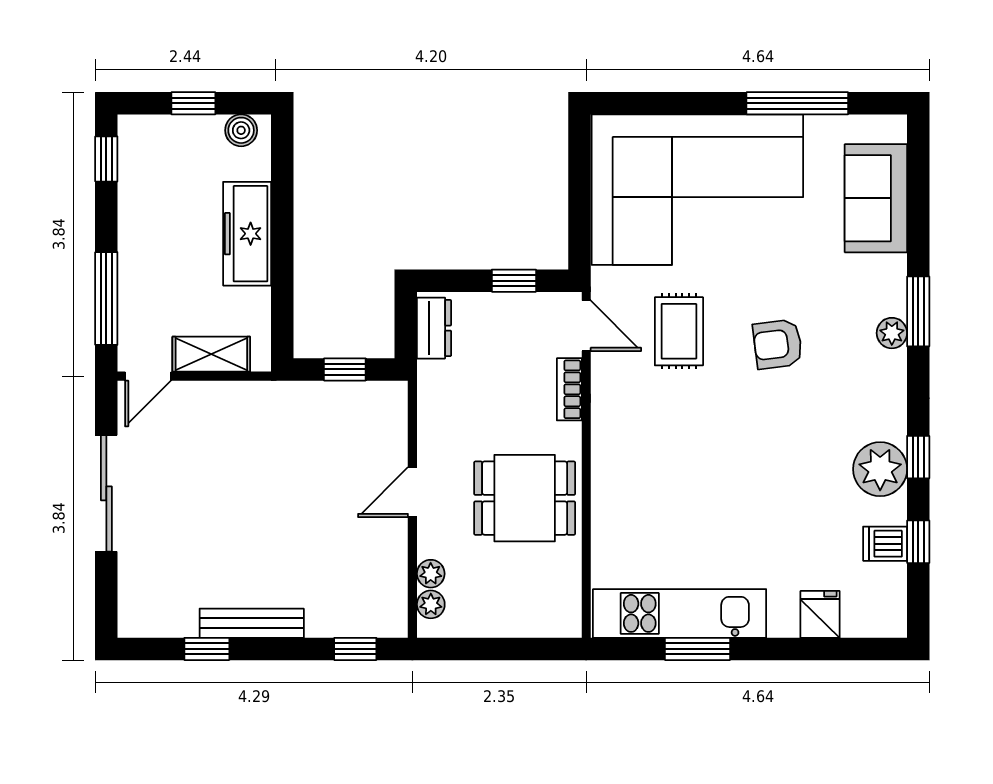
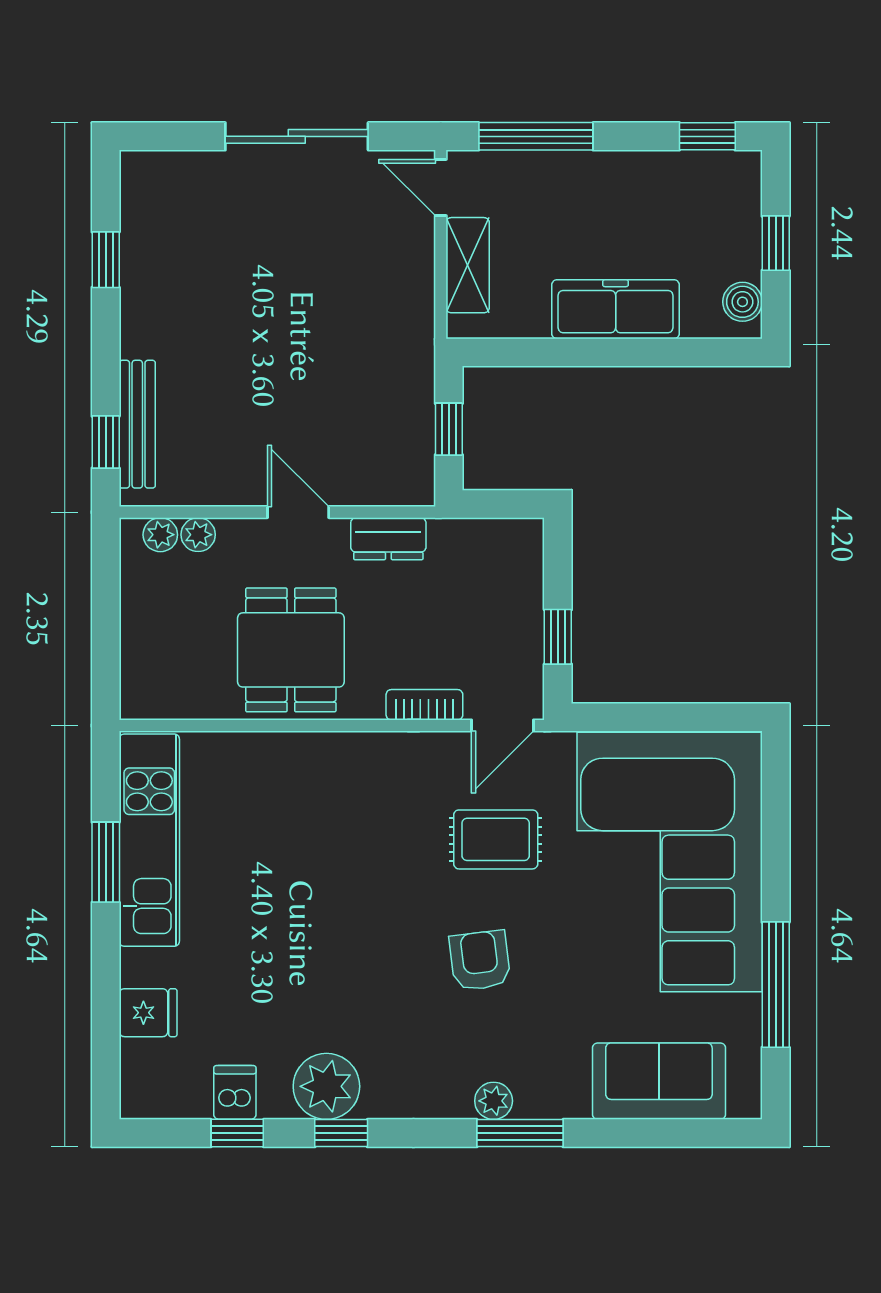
dresser: (434, 328) -> (388, 539), moved
bench: (252, 623) -> (137, 424), moved

